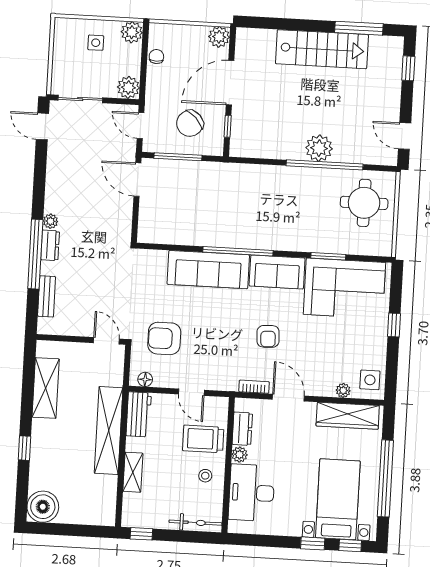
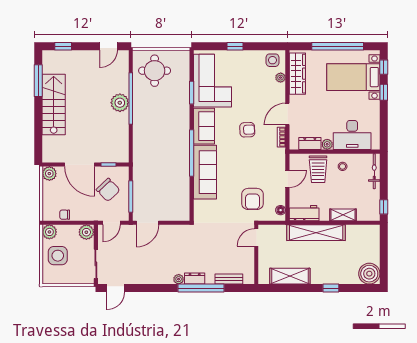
side table: (96, 43) -> (58, 256), width x1.87, depth x1.87

